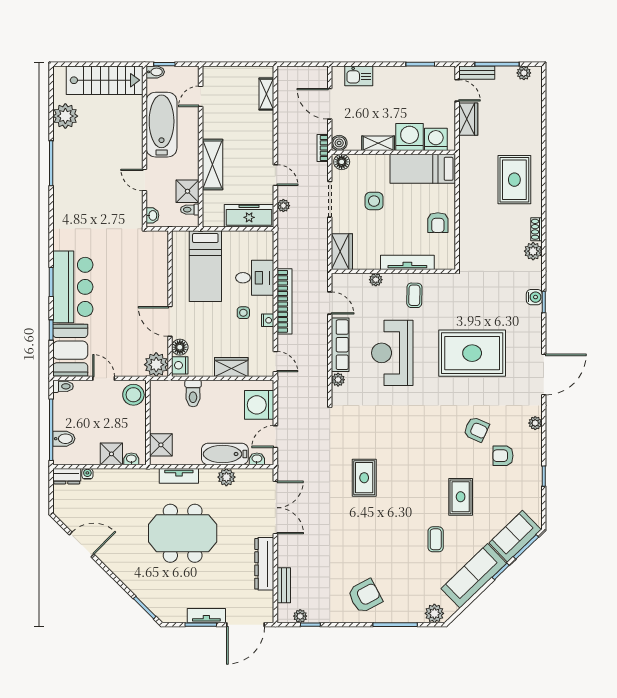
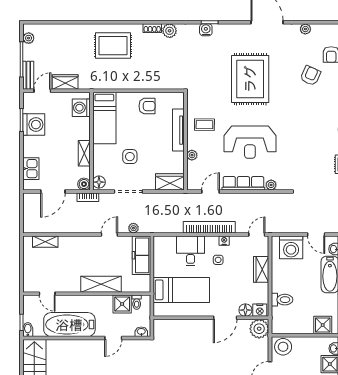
washing machine: (410, 137) -> (34, 125), moved, turned 180

